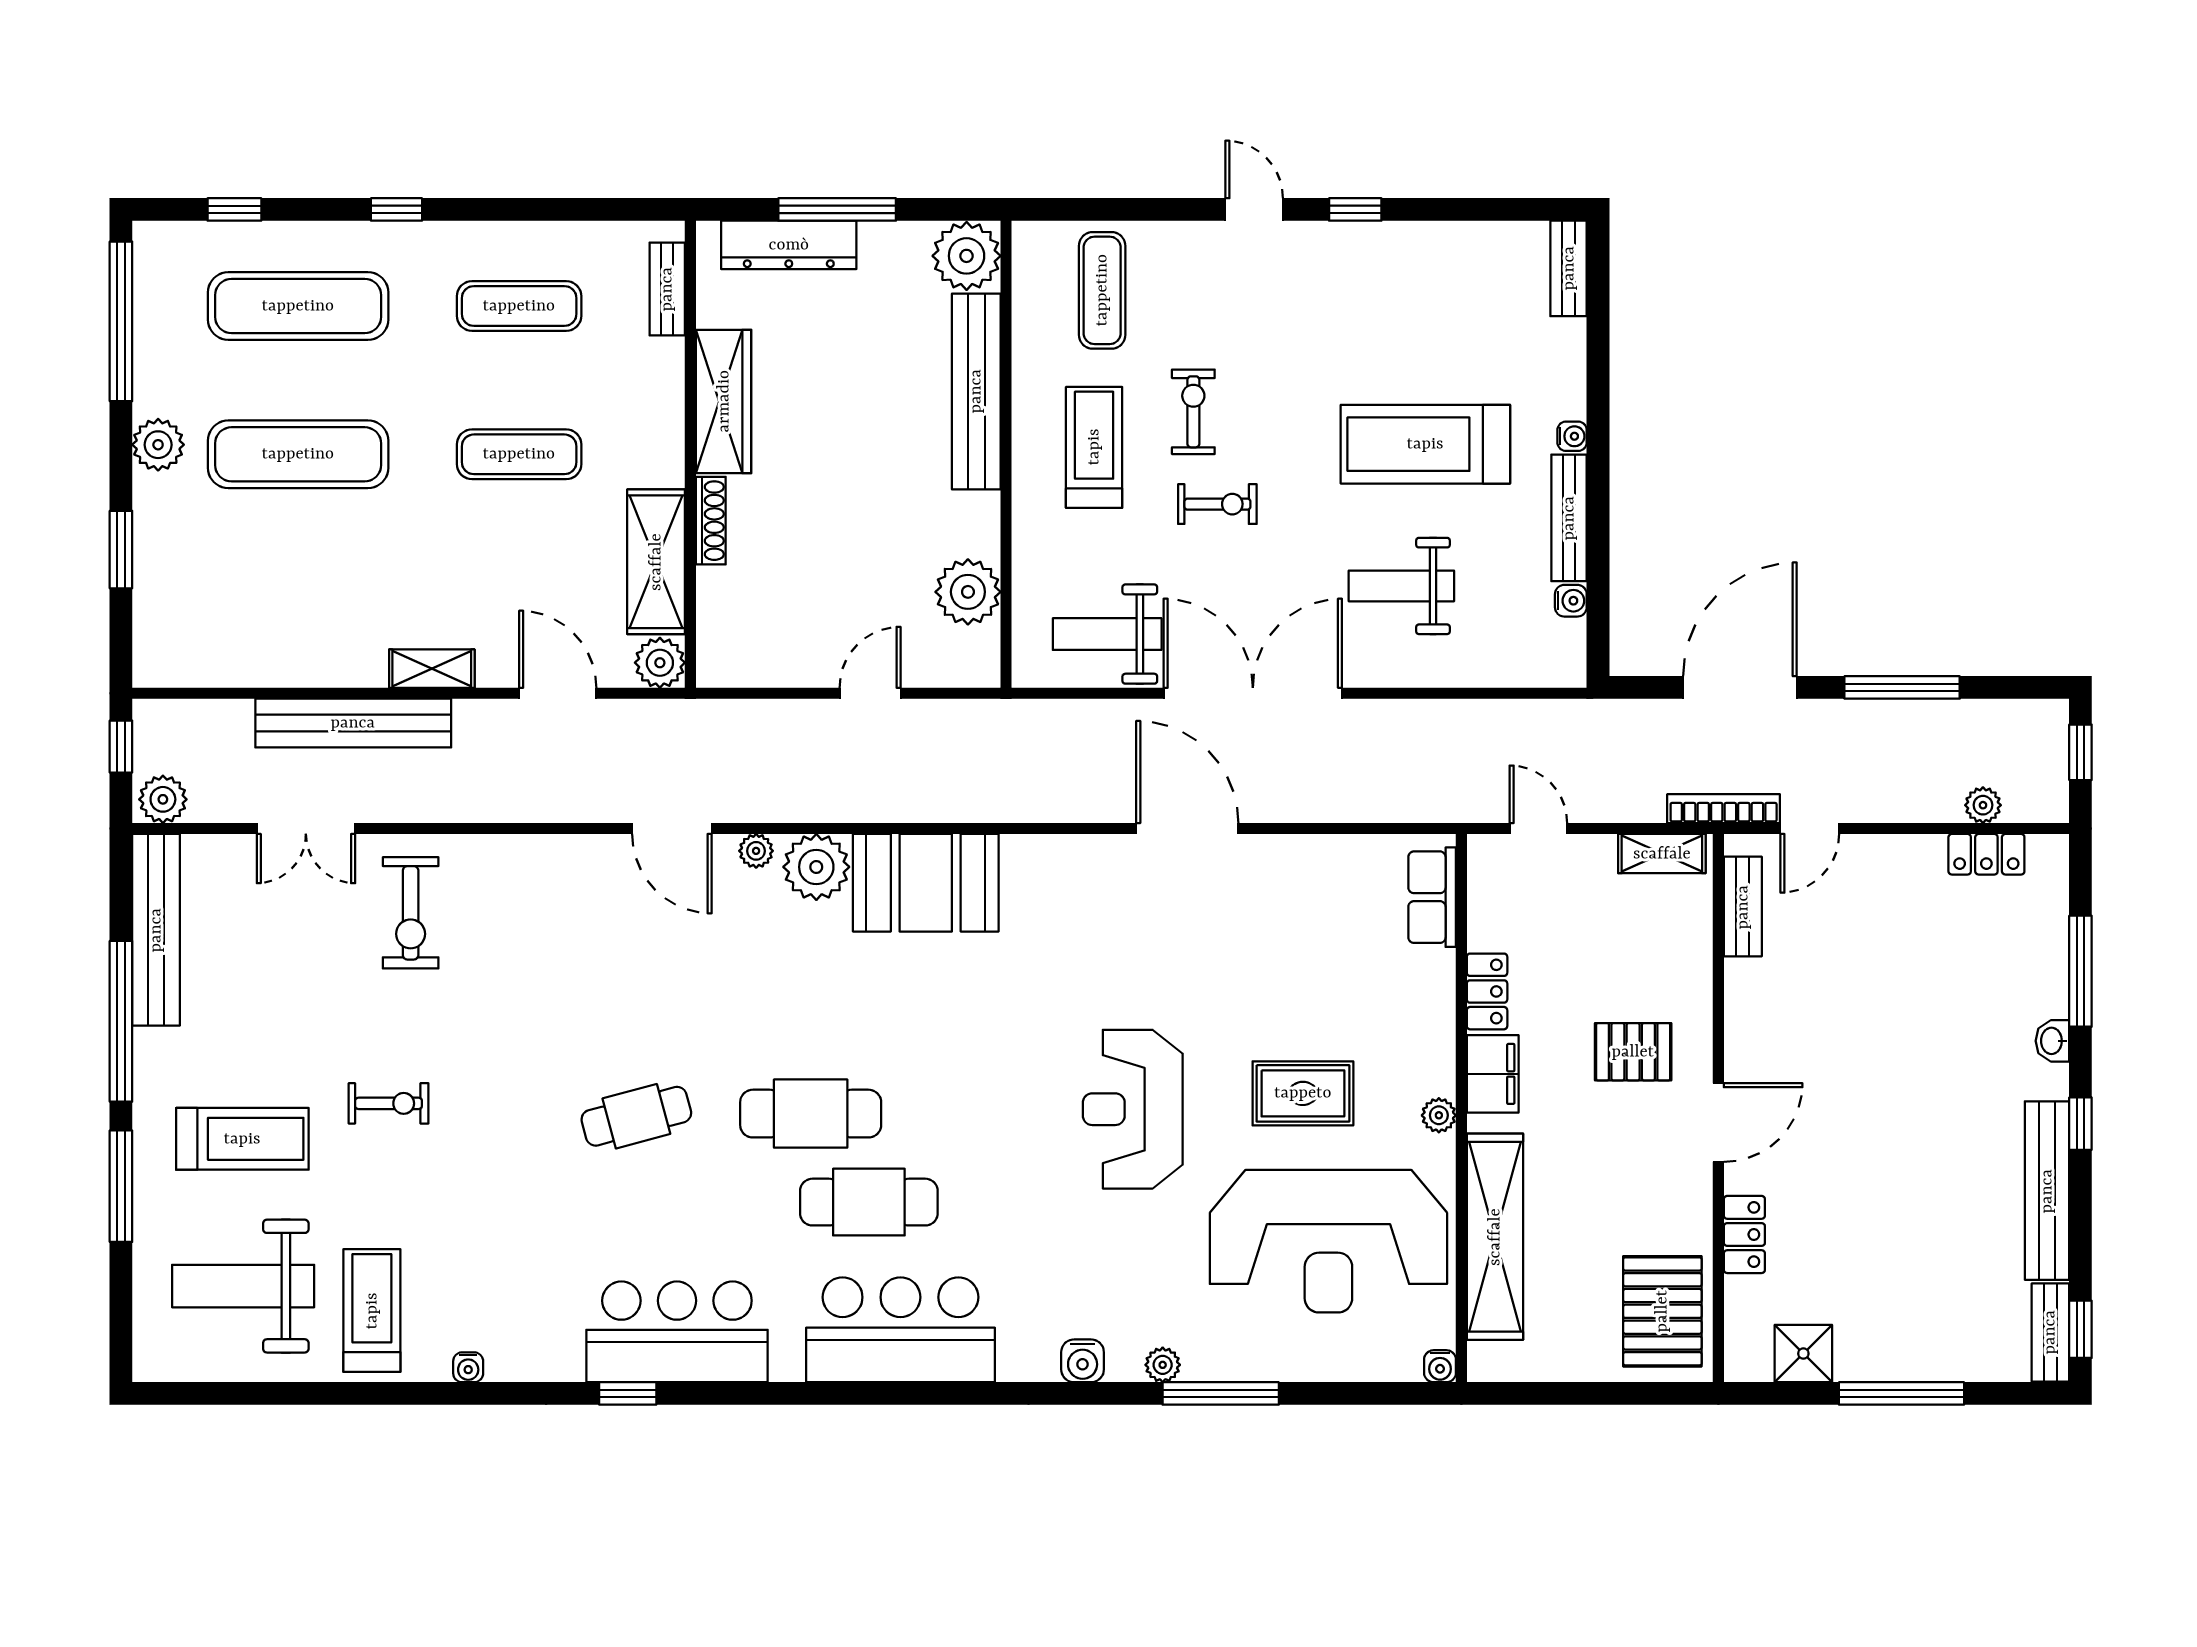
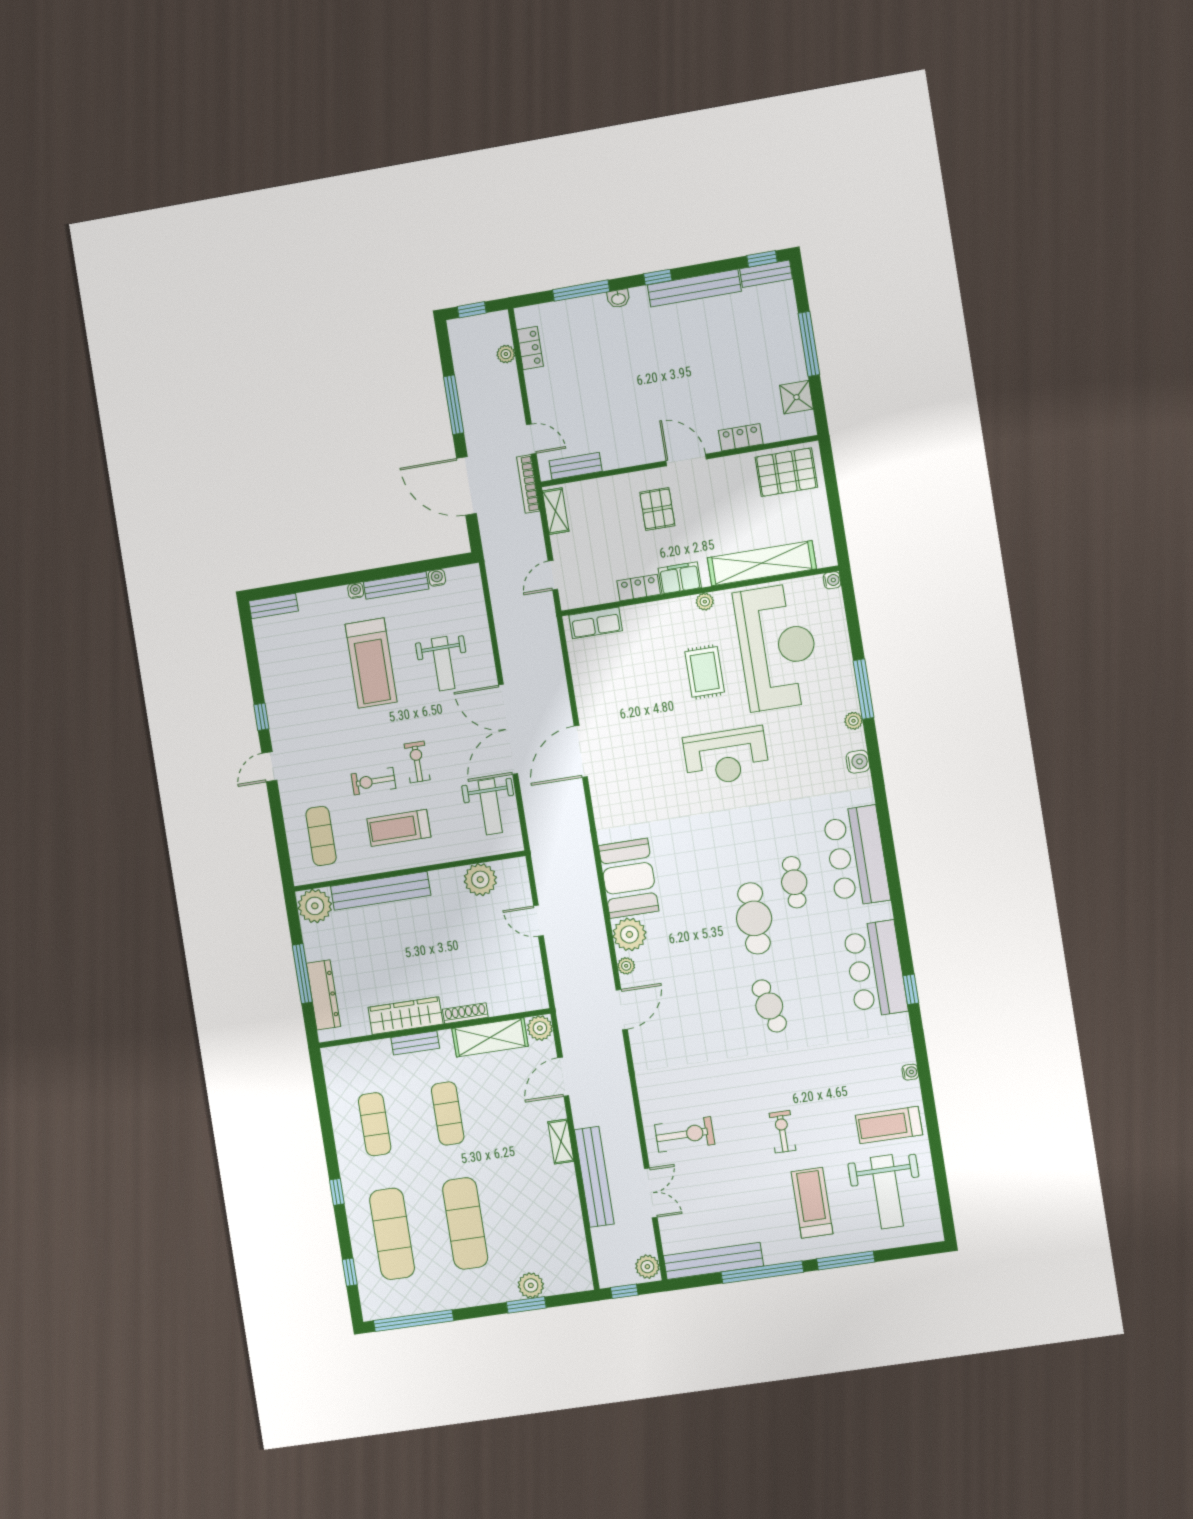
bench: (667, 289) -> (415, 1043), moved
exercise mat: (1102, 290) -> (321, 836), turned 90
plant: (158, 445) -> (531, 1285), moved
cafe table: (869, 1202) -> (794, 882), width x0.73, depth x0.74

